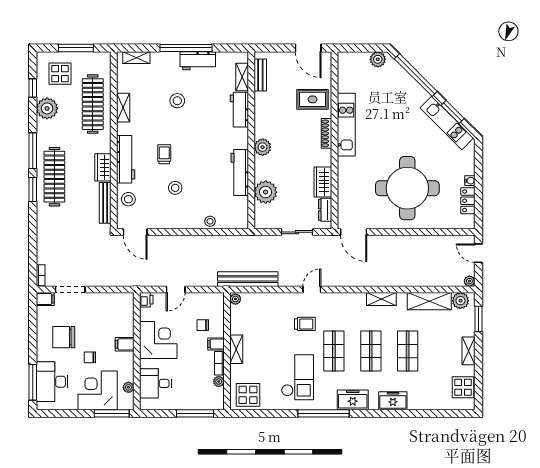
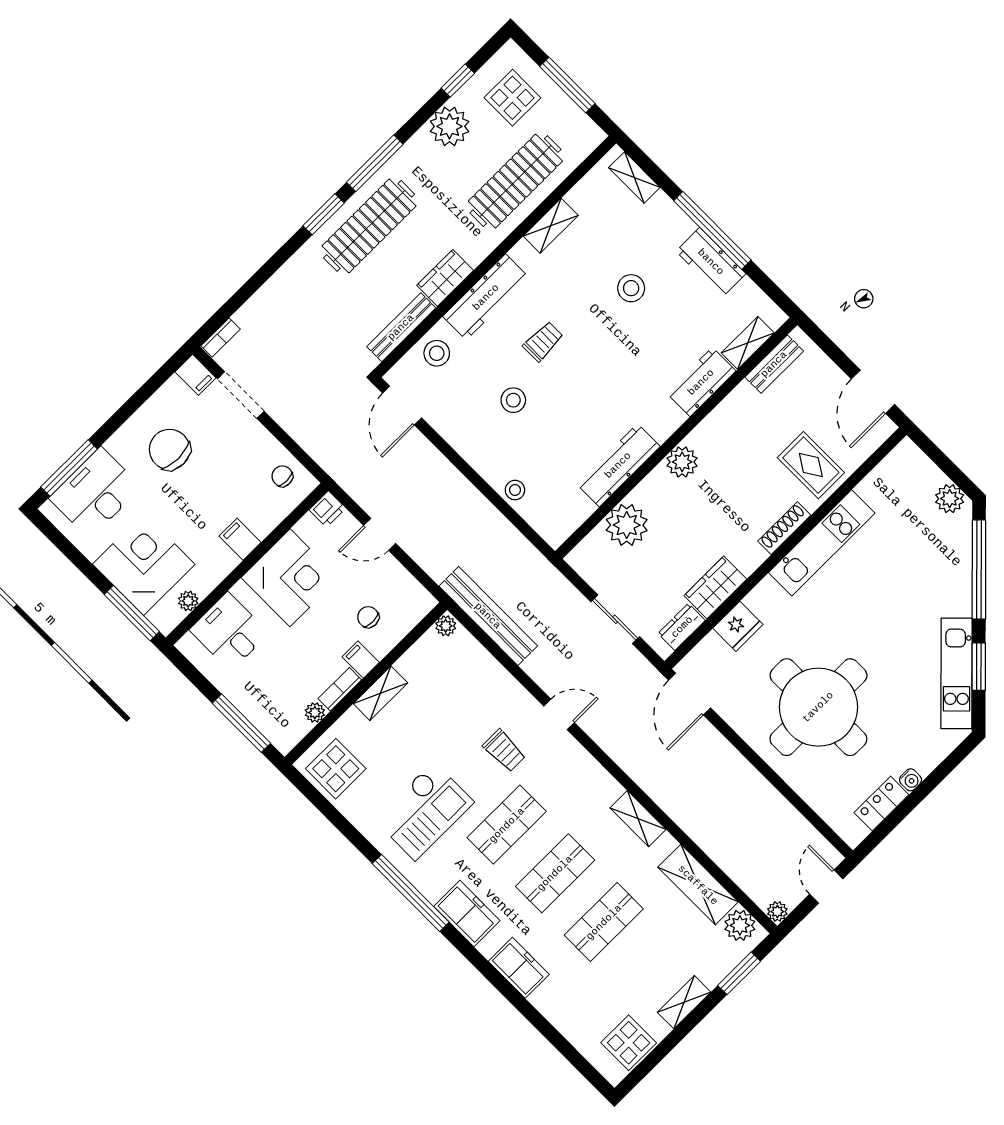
fridge: (346, 188) -> (738, 626), added
chair: (90, 357) -> (282, 476), moved

